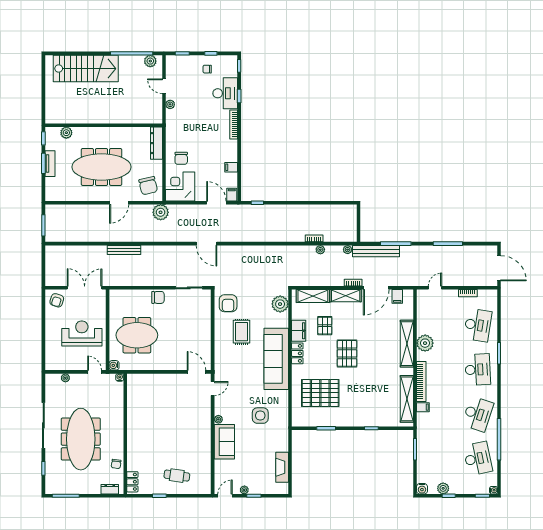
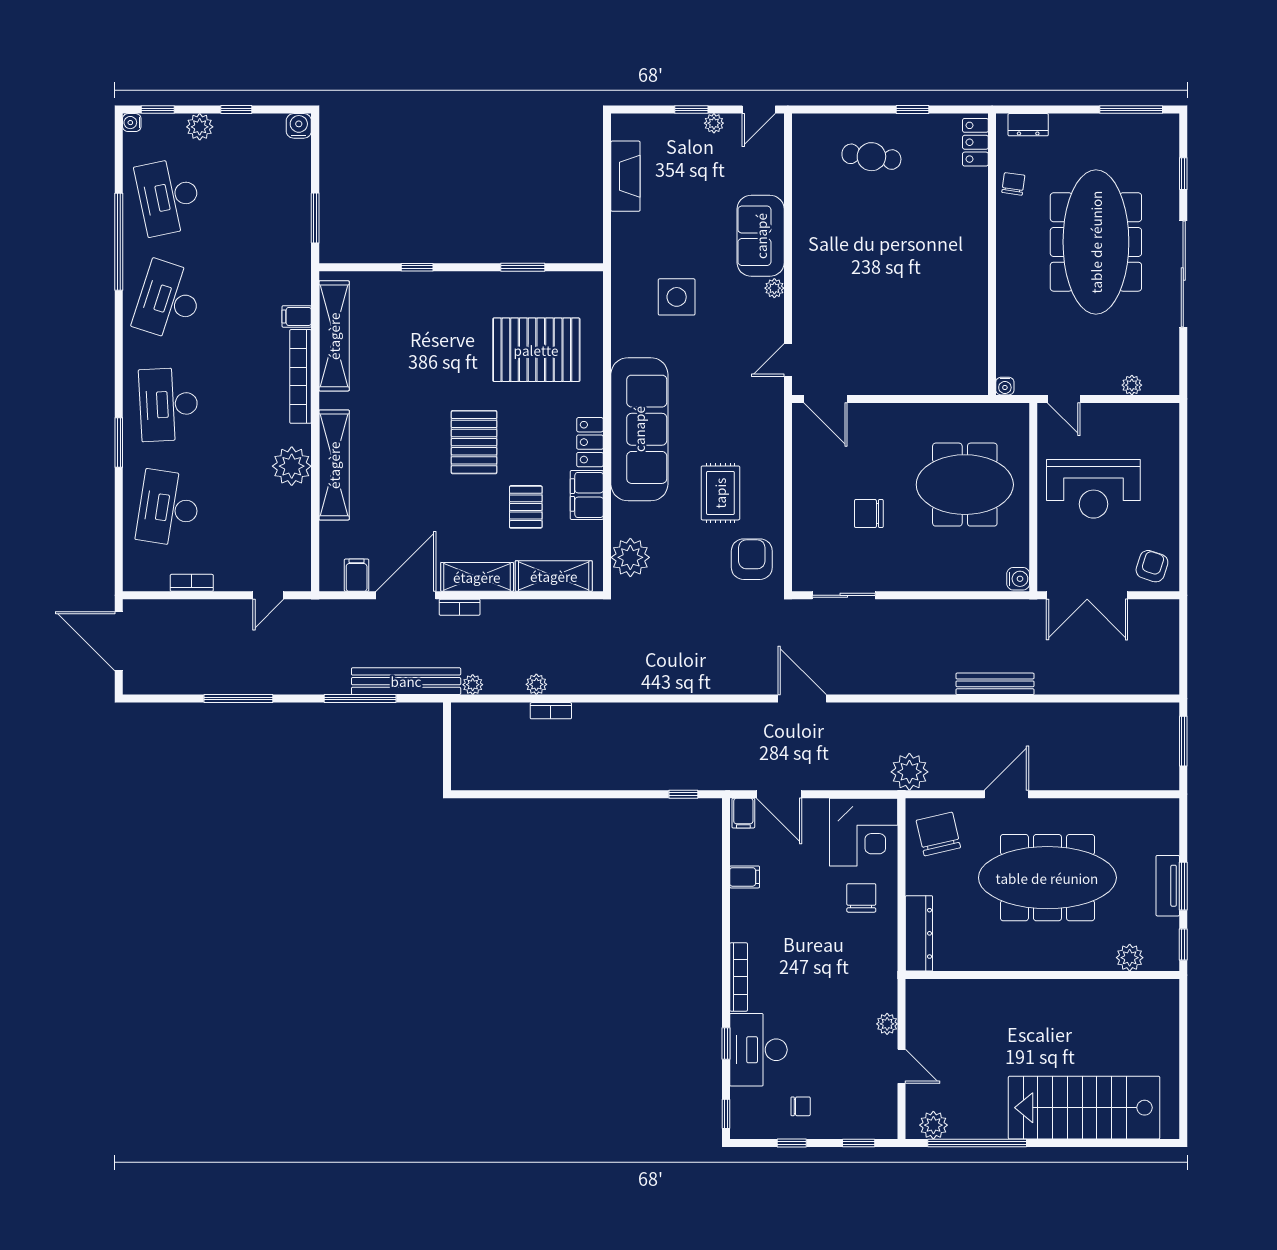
chair: (158, 297) -> (869, 514), moved
water cooler: (114, 365) -> (1018, 579), moved
plant: (443, 488) -> (200, 127), moved

